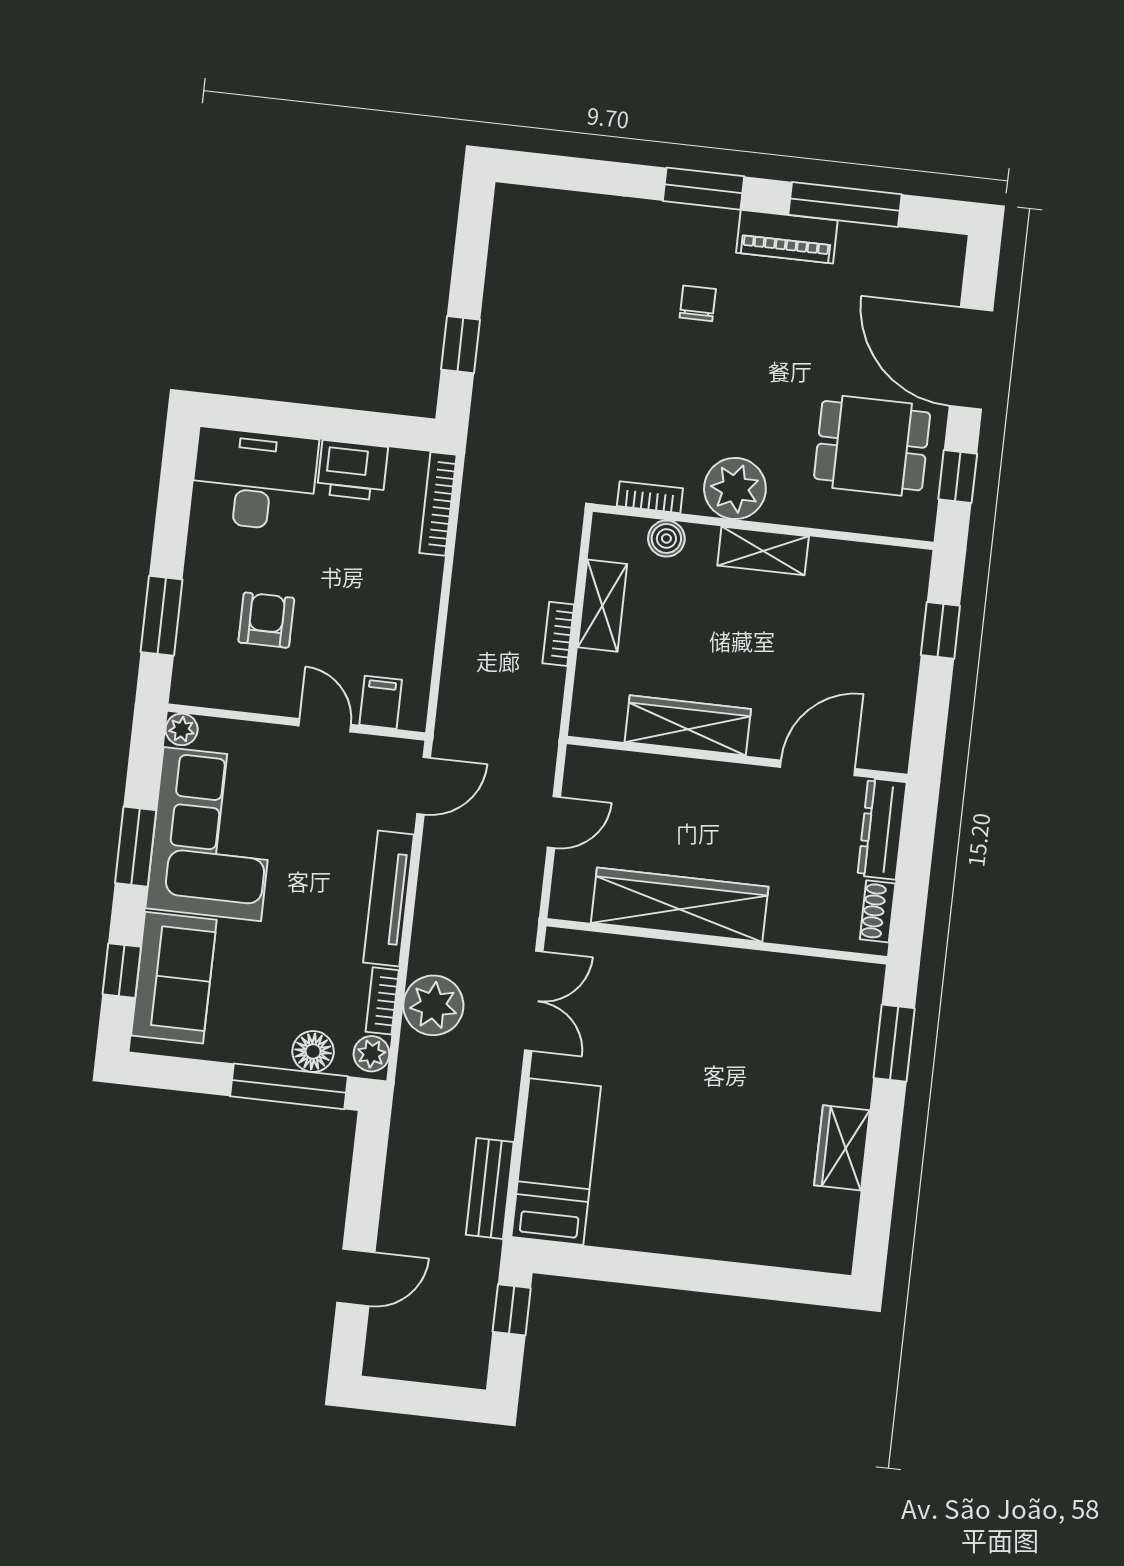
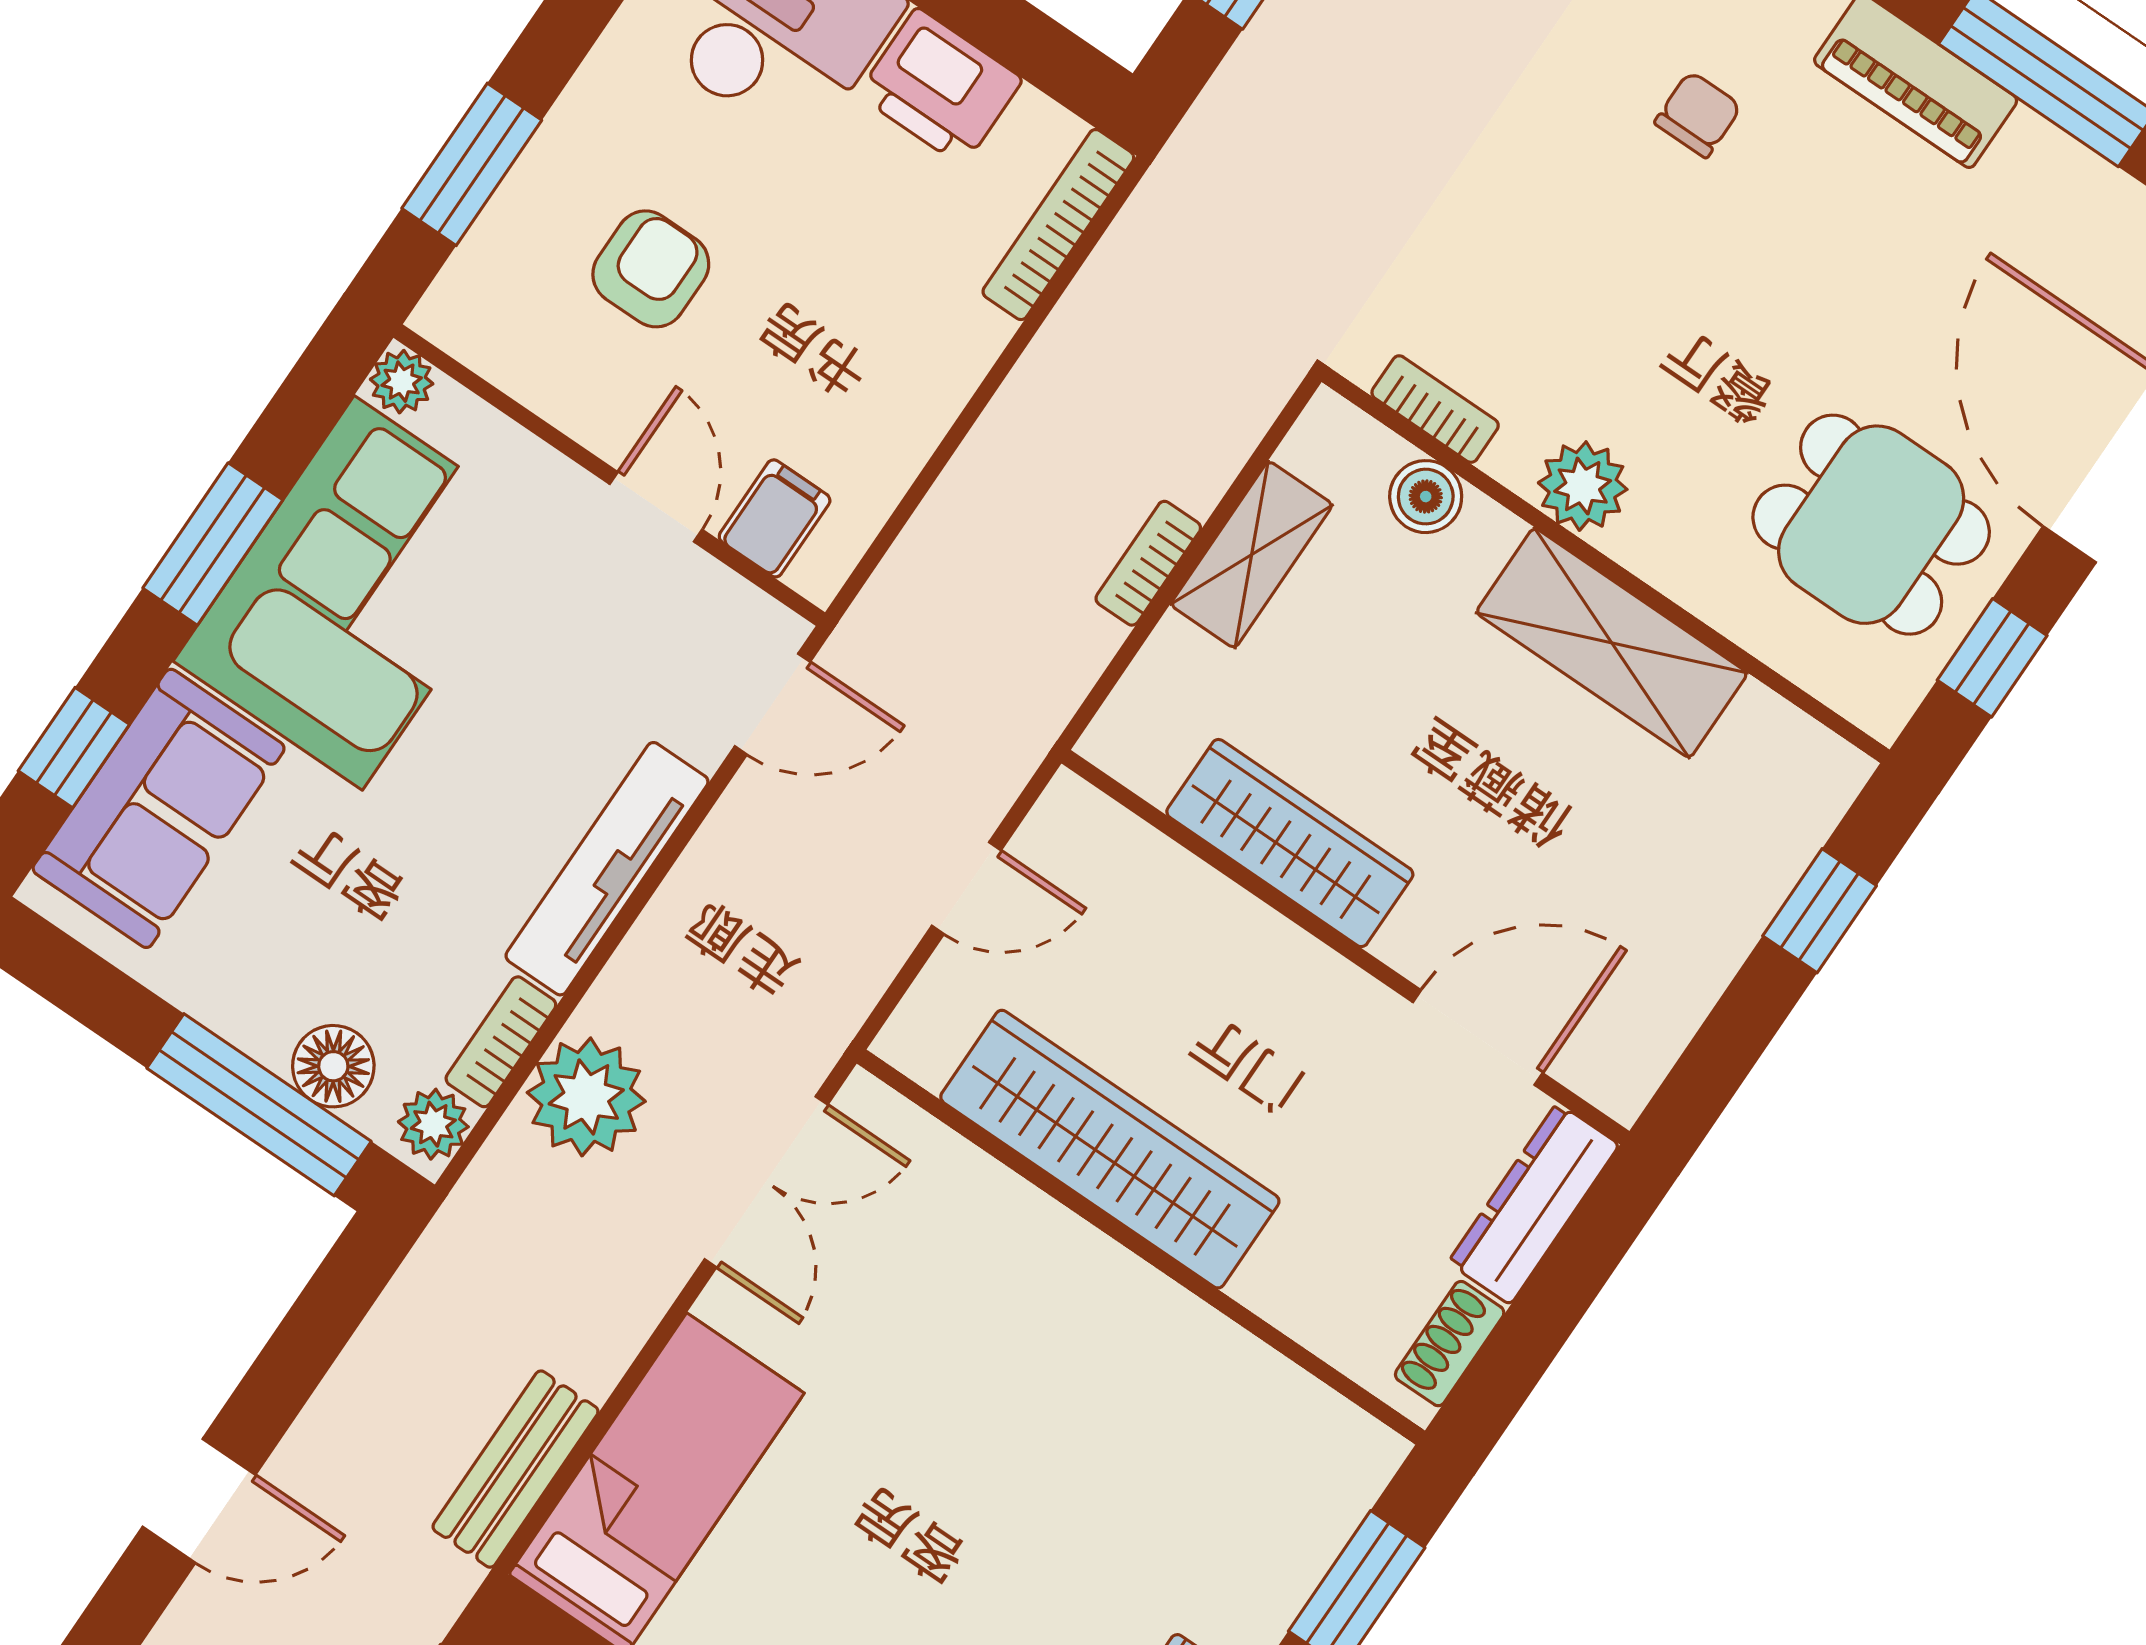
plant: (735, 488) -> (1583, 486), width x0.73, depth x0.73
shelving: (763, 551) -> (1612, 643), width x1.50, depth x1.33

